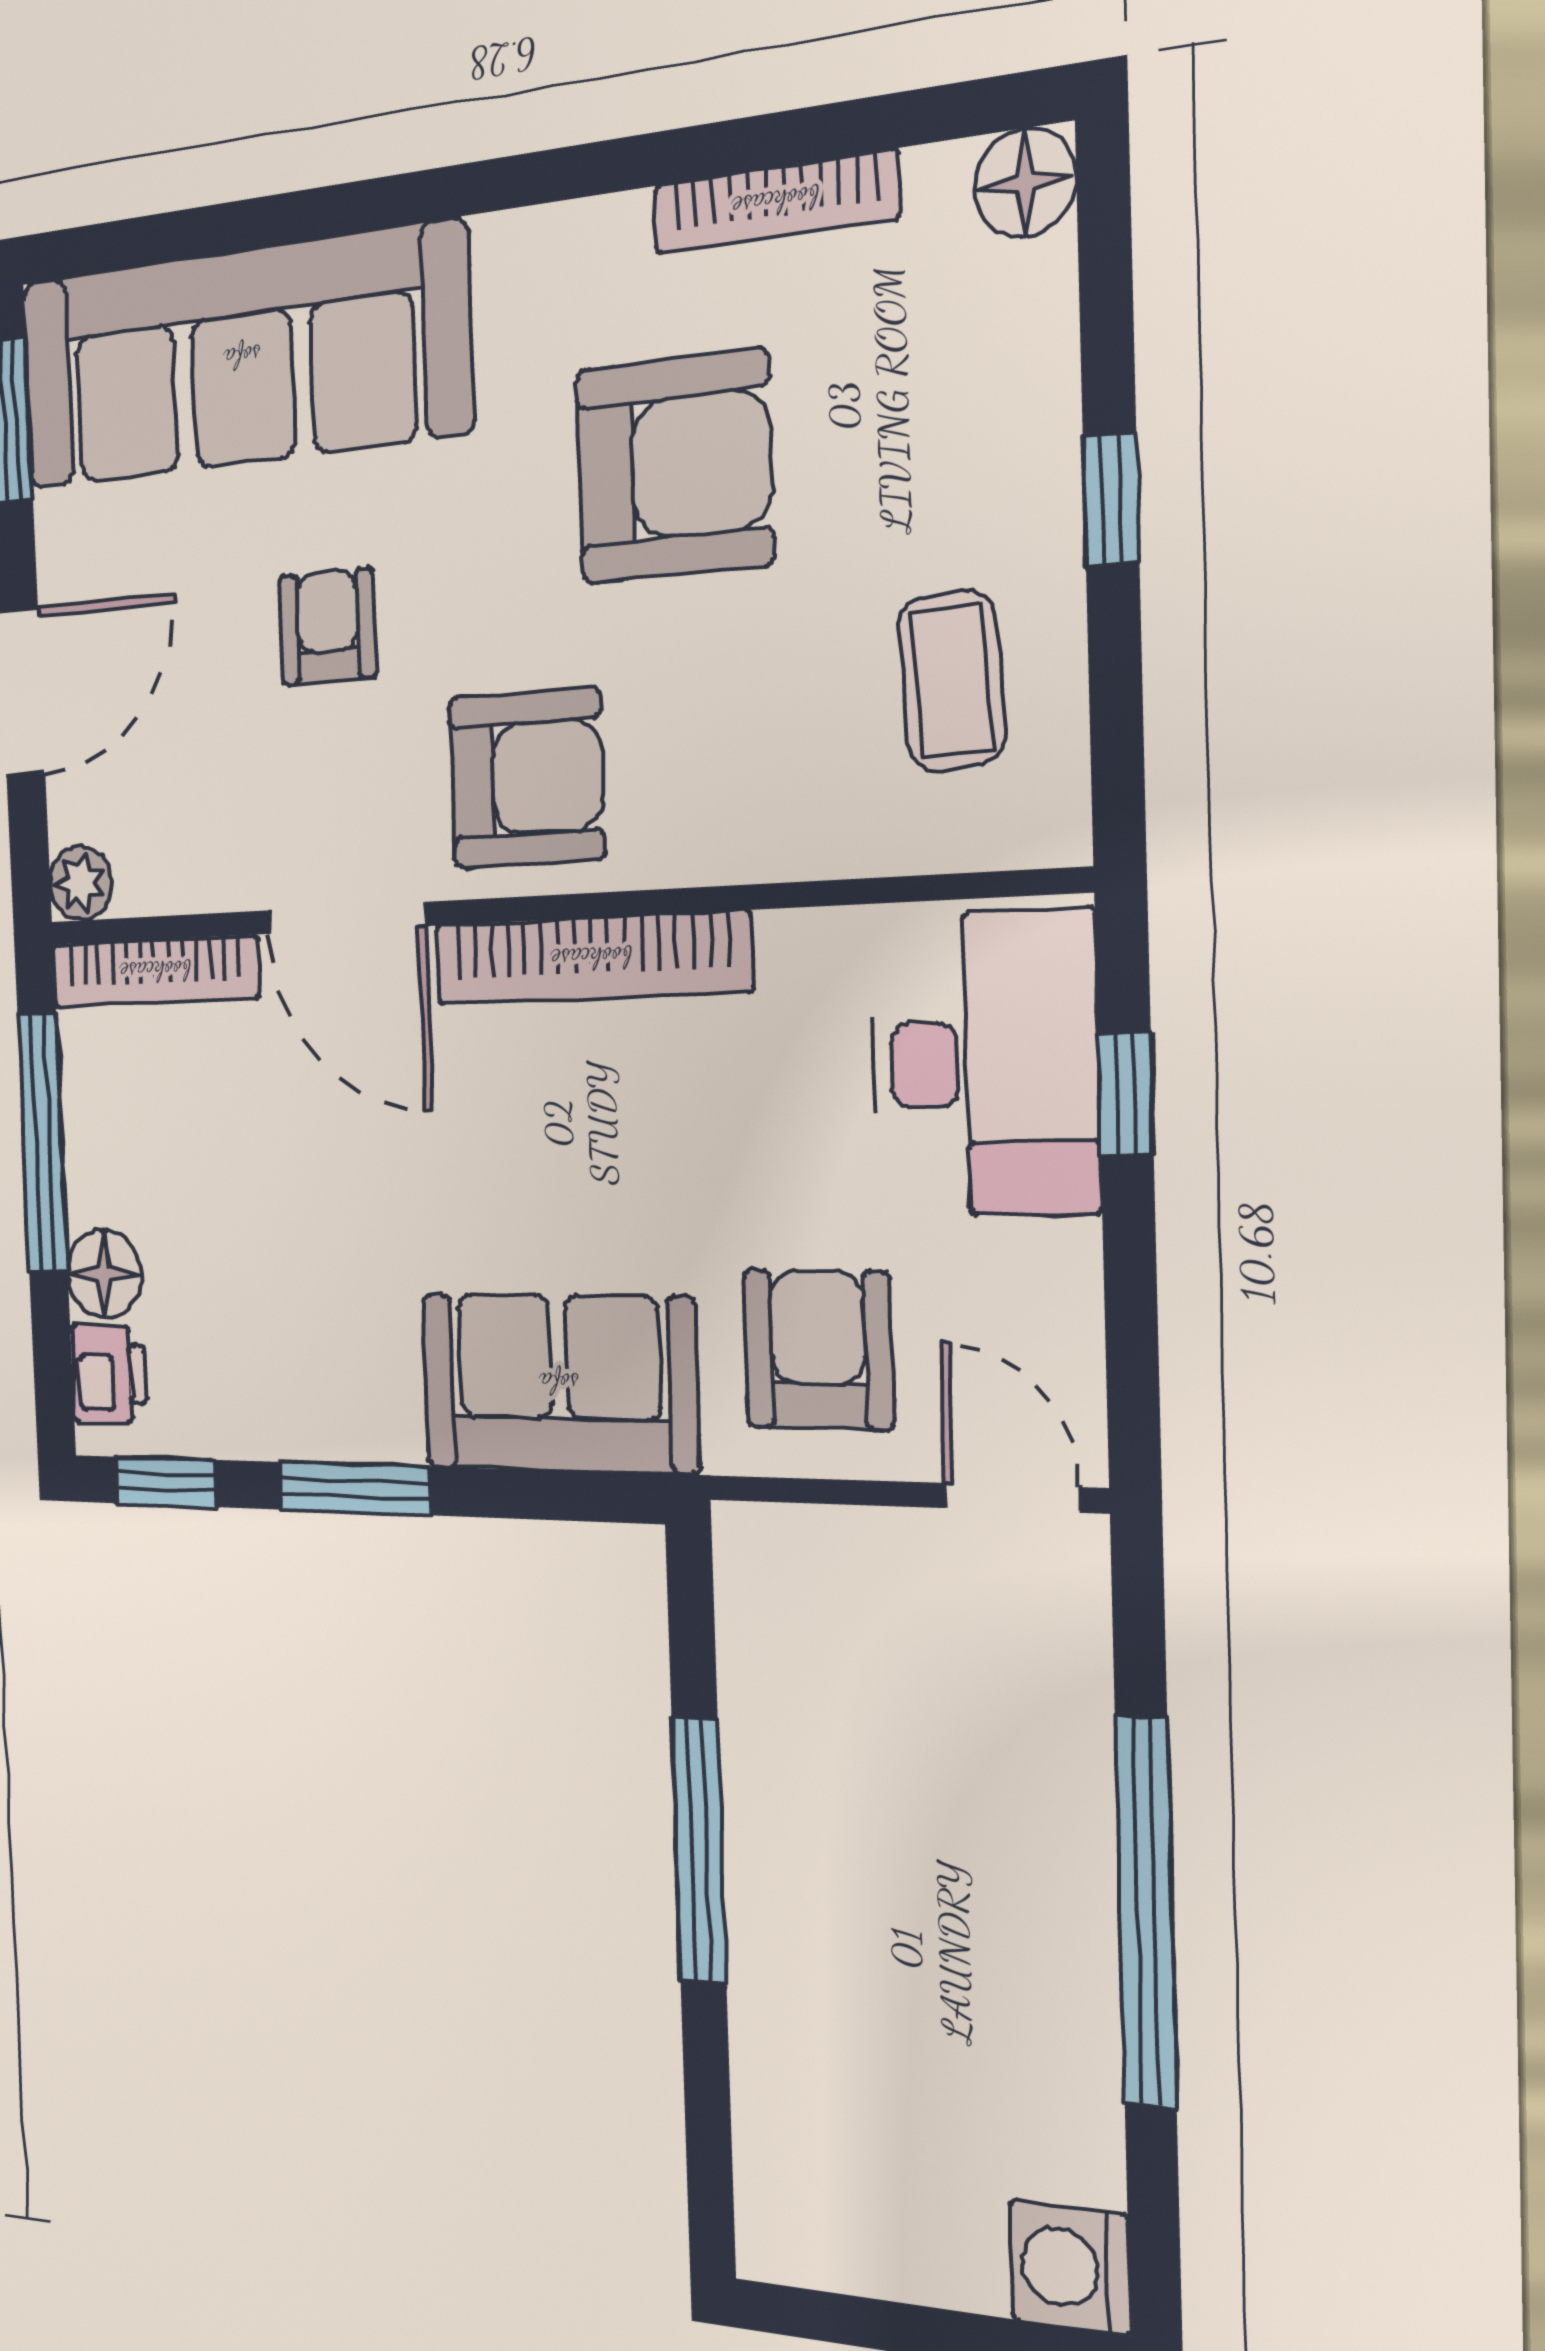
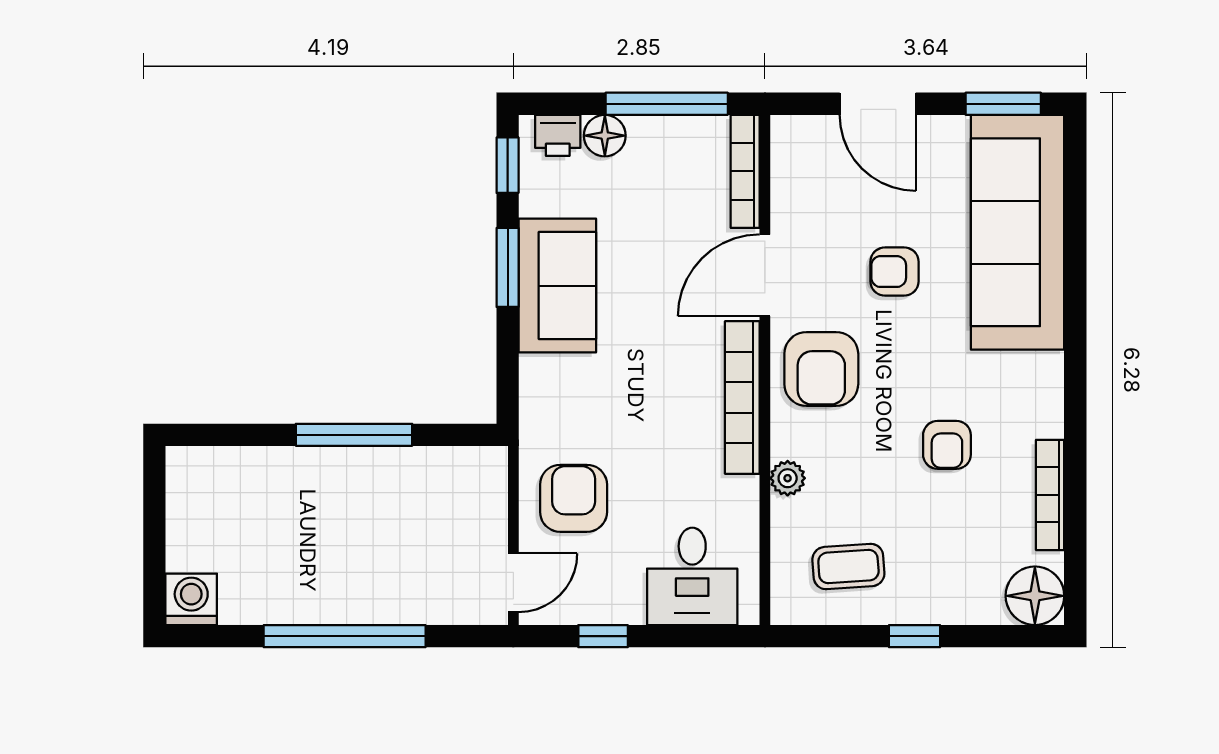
floor lamp: (1025, 183) -> (1035, 596), width x1.38, depth x1.38
armchair: (674, 467) -> (947, 445), width x0.53, depth x0.53
armchair: (328, 627) -> (894, 272), turned 180
plant: (81, 883) -> (788, 478), moved
desk: (985, 1064) -> (692, 576), width x0.73
window: (1126, 1094) -> (603, 636), moved
armchair: (818, 1350) -> (574, 498), turned -90
sofa: (559, 1383) -> (557, 286), moved

